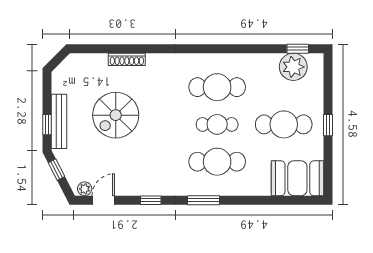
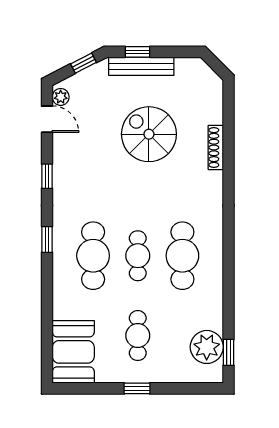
cafe table: (284, 124) -> (138, 336), width x0.73, depth x0.74
window: (204, 200) -> (47, 239), width x0.67

